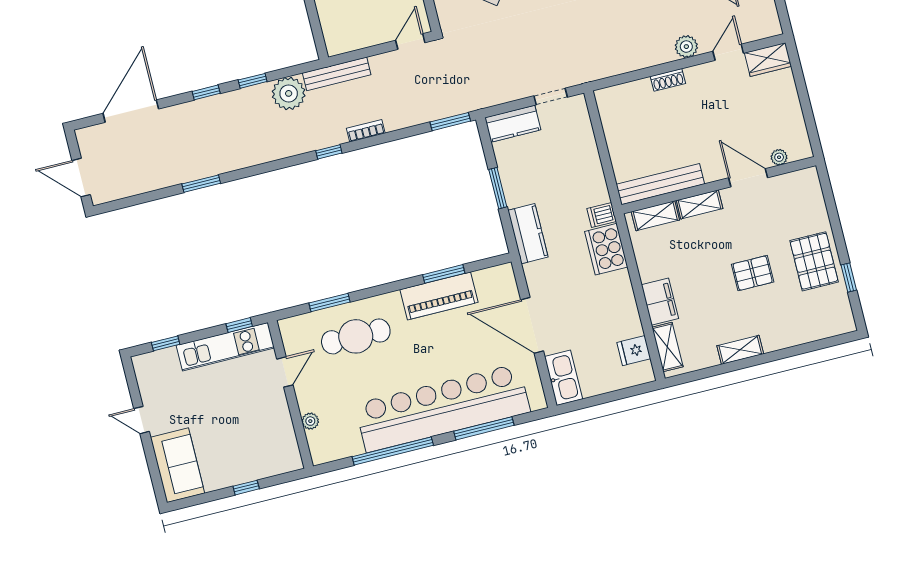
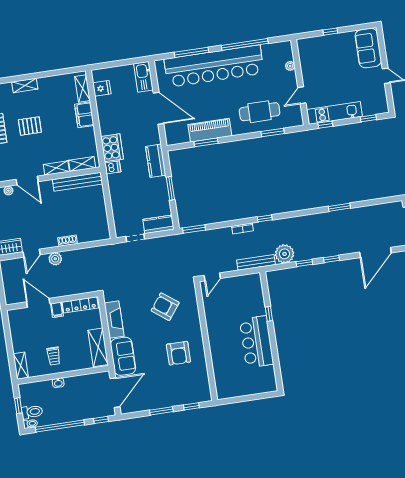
shelving: (740, 350) -> (25, 85), moved

